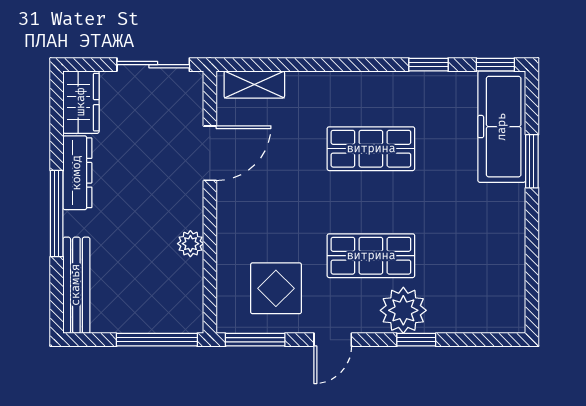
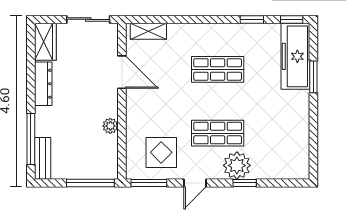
door: (210, 153) -> (122, 72), hinge flipped
window: (57, 214) -> (31, 139), moved
bench: (76, 285) -> (43, 158), width x0.73

